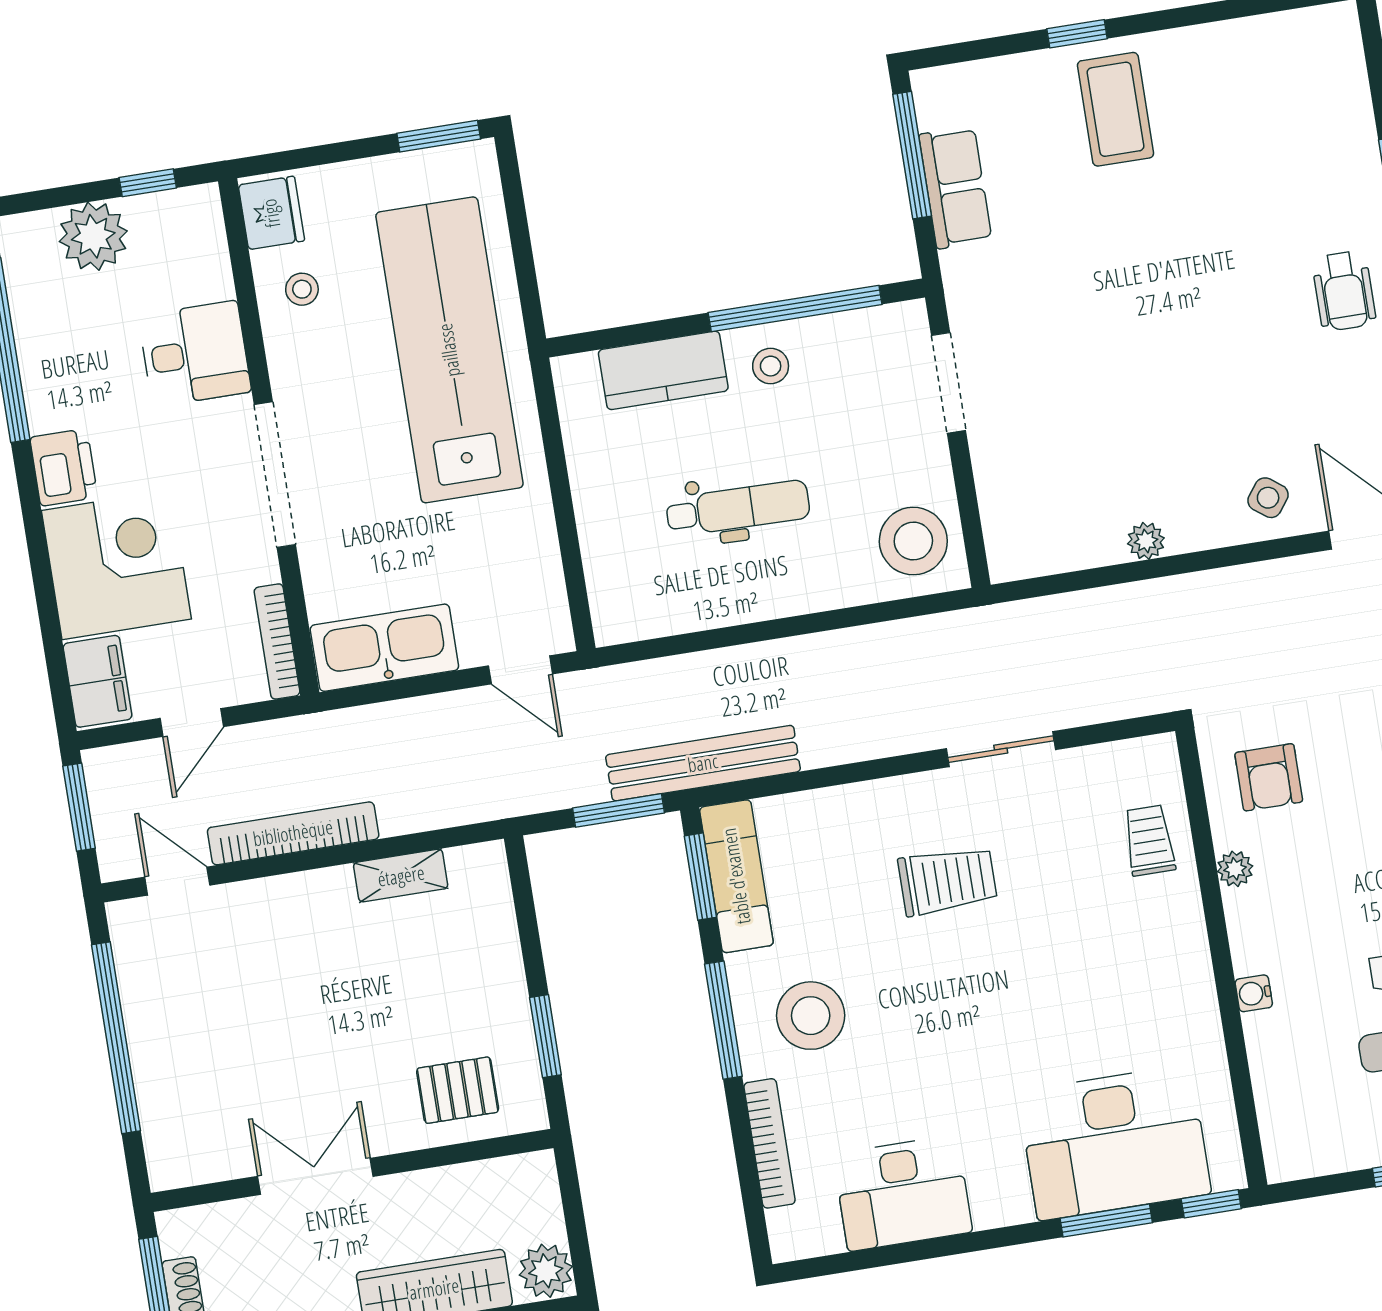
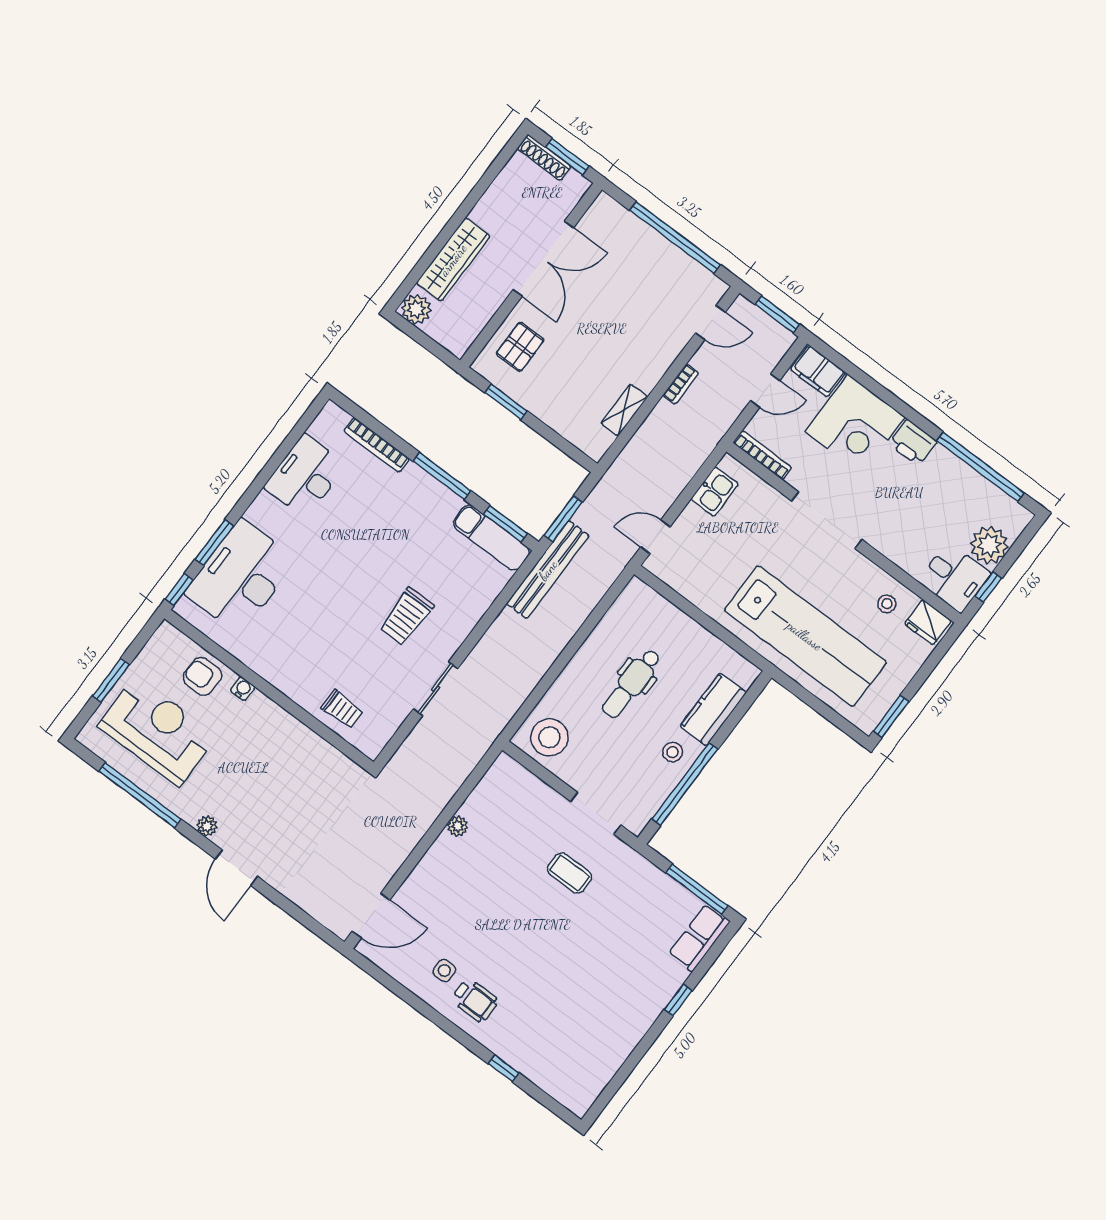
coffee table: (1116, 109) -> (569, 873), moved, width x0.73, depth x0.77
row of seats: (955, 187) -> (699, 938), moved, turned 90
wheelchair: (1344, 291) -> (475, 1000), turned 180
desk: (195, 354) -> (954, 577), moved, turned -90
side table: (1268, 498) -> (444, 971), moved, turned -37
kitchen sink: (384, 648) -> (715, 492), width x0.53, depth x0.81
door: (192, 723) -> (765, 391), swing flipped
armchair: (1269, 777) -> (202, 676), moved
bookcase: (293, 833) -> (681, 384), width x0.43, depth x0.76
plant: (1235, 869) -> (297, 731), removed
stool: (811, 1016) -> (409, 511), removed
double door: (315, 1176) -> (543, 259), width x1.37

